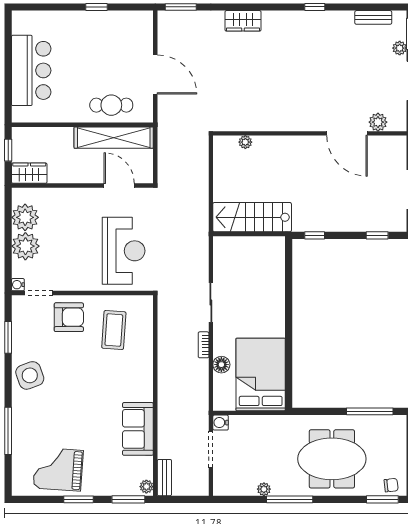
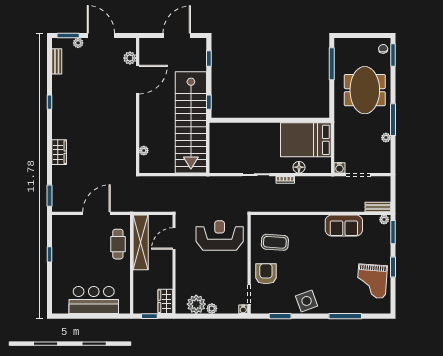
stairs: (252, 217) -> (191, 122), width x1.86, depth x1.51
plant: (25, 246) -> (212, 308), width x0.53, depth x0.53

